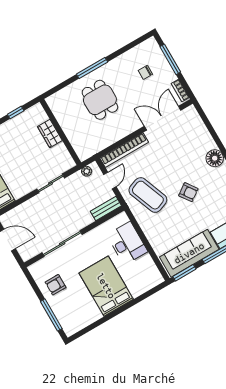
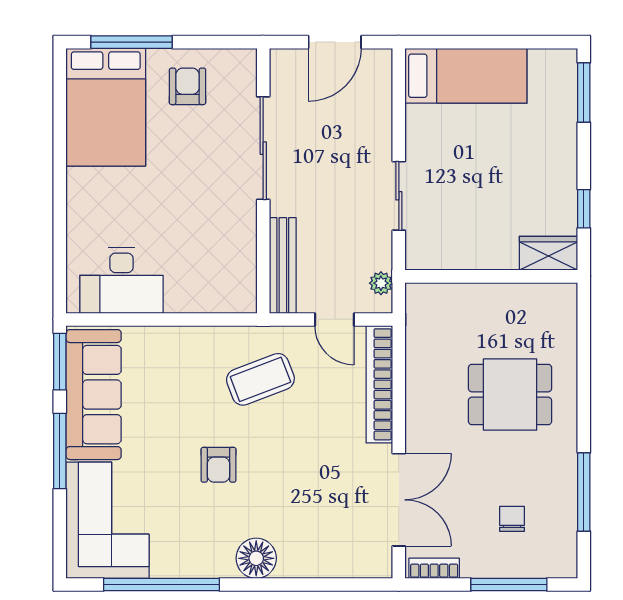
window: (92, 68) -> (584, 492), moved
wardrobe: (50, 134) -> (548, 253), moved
armchair: (188, 192) -> (218, 465), turned -55
coffee table: (148, 195) -> (260, 379), width x0.73, depth x0.76
bench: (106, 208) -> (283, 266), width x1.36
desk: (127, 243) -> (122, 281), moved
bed: (106, 286) -> (106, 107), moved, turned 90

